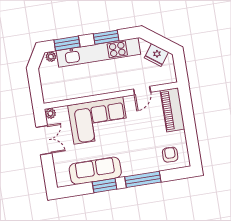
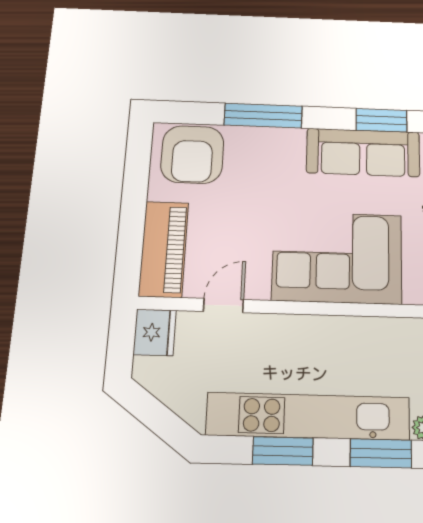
fridge: (156, 55) -> (155, 332), moved, turned 54
armchair: (170, 155) -> (192, 154), width x1.88, depth x1.88
window: (104, 186) -> (381, 120), moved

